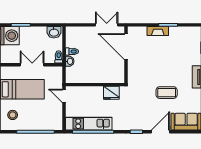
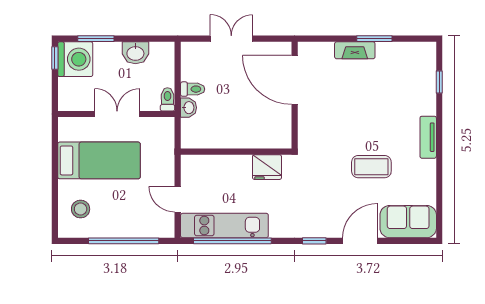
double door: (107, 25) -> (231, 39), moved
washbasin: (54, 32) -> (135, 53), moved
door: (64, 96) -> (178, 199), moved

